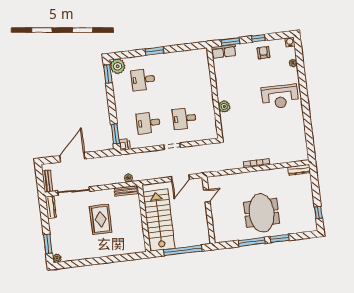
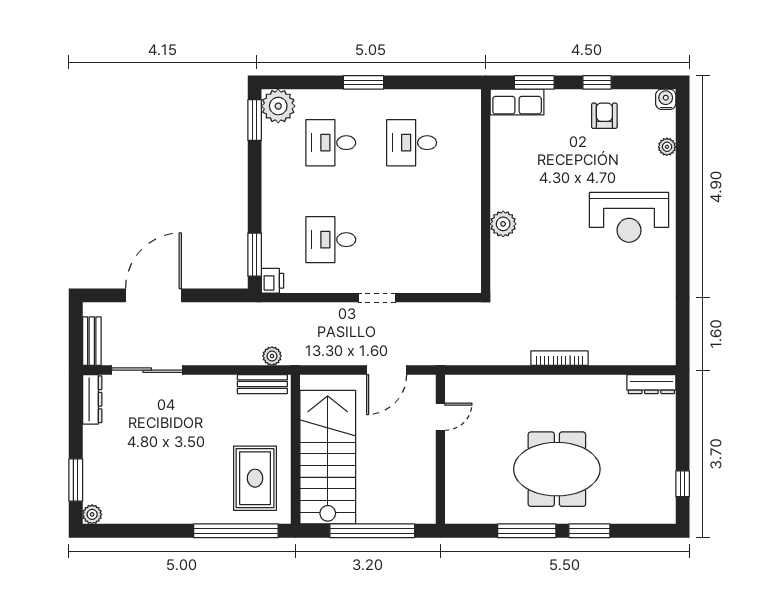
desk: (184, 118) -> (412, 143), moved
meeting table: (262, 213) -> (557, 469), turned 90
rug: (101, 219) -> (255, 478), moved
window: (122, 258) -> (236, 531), added

